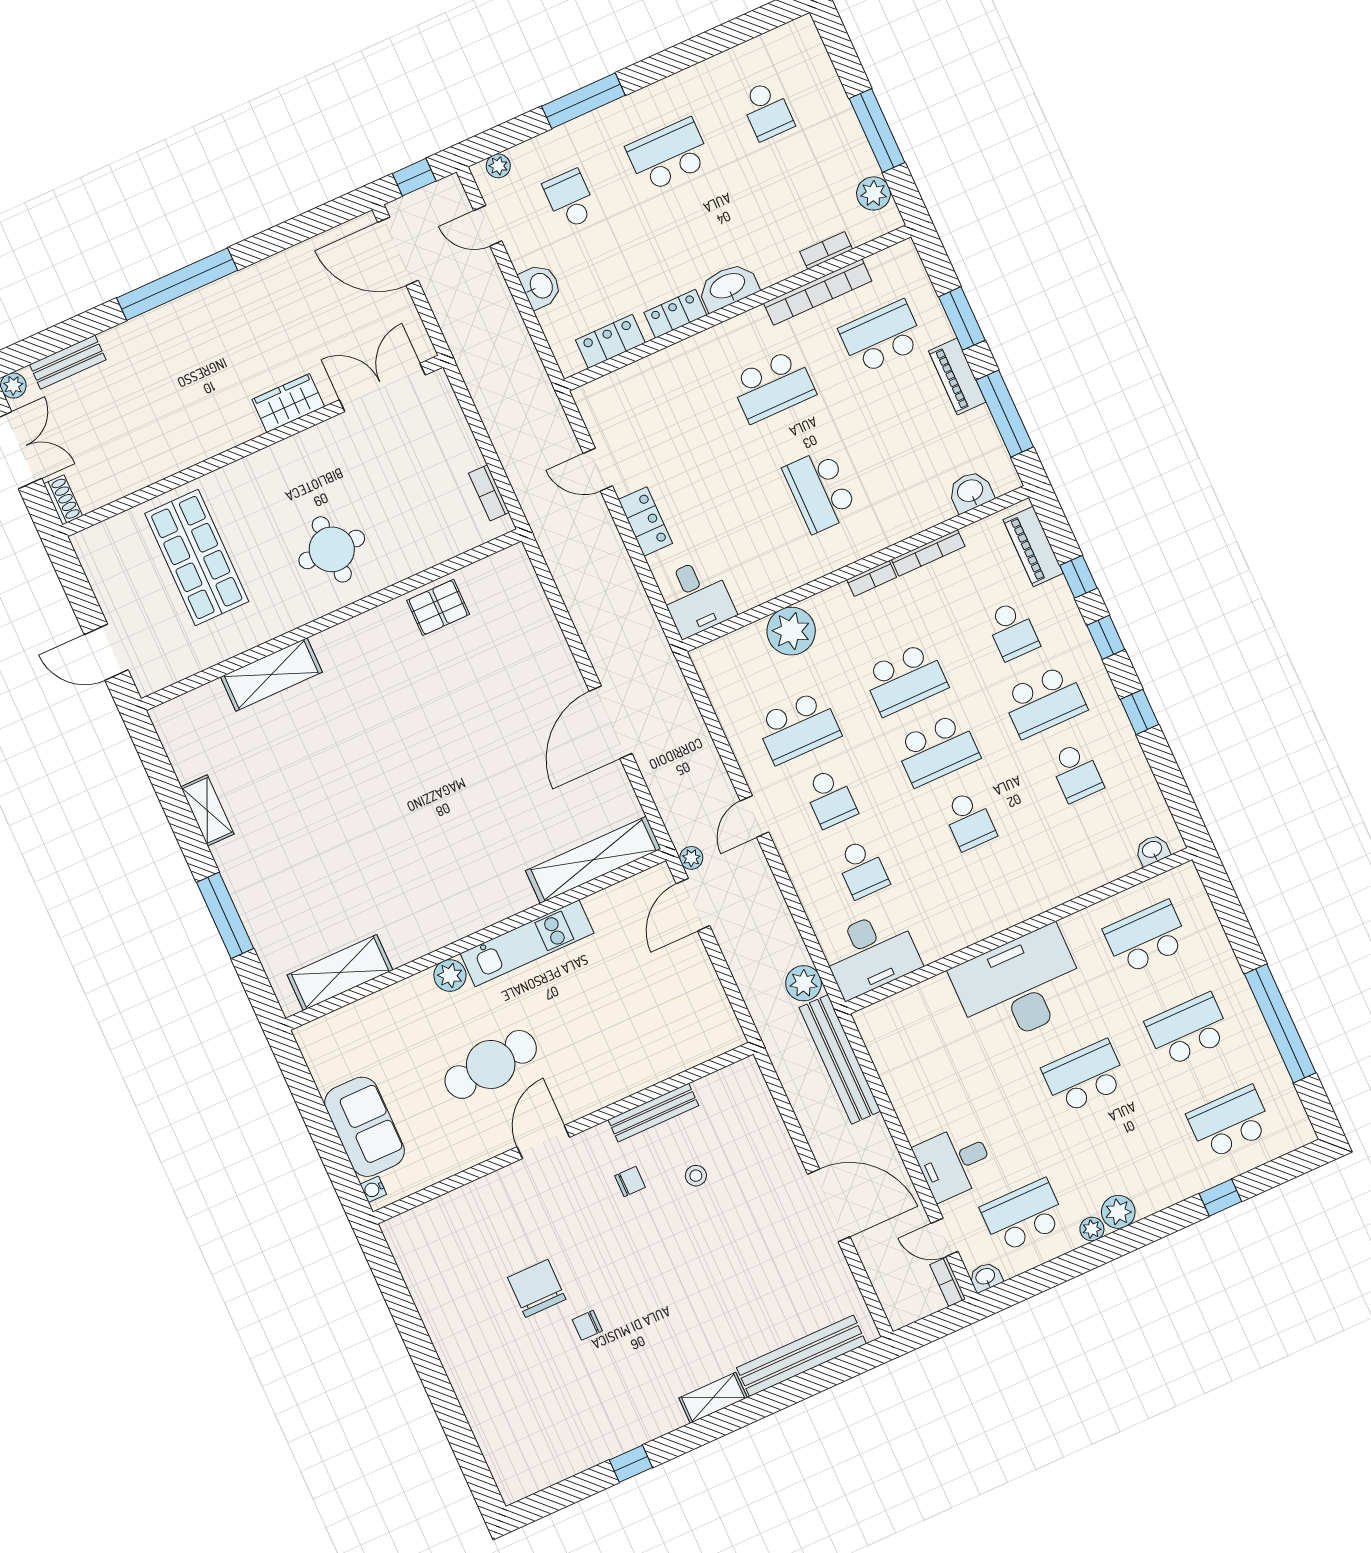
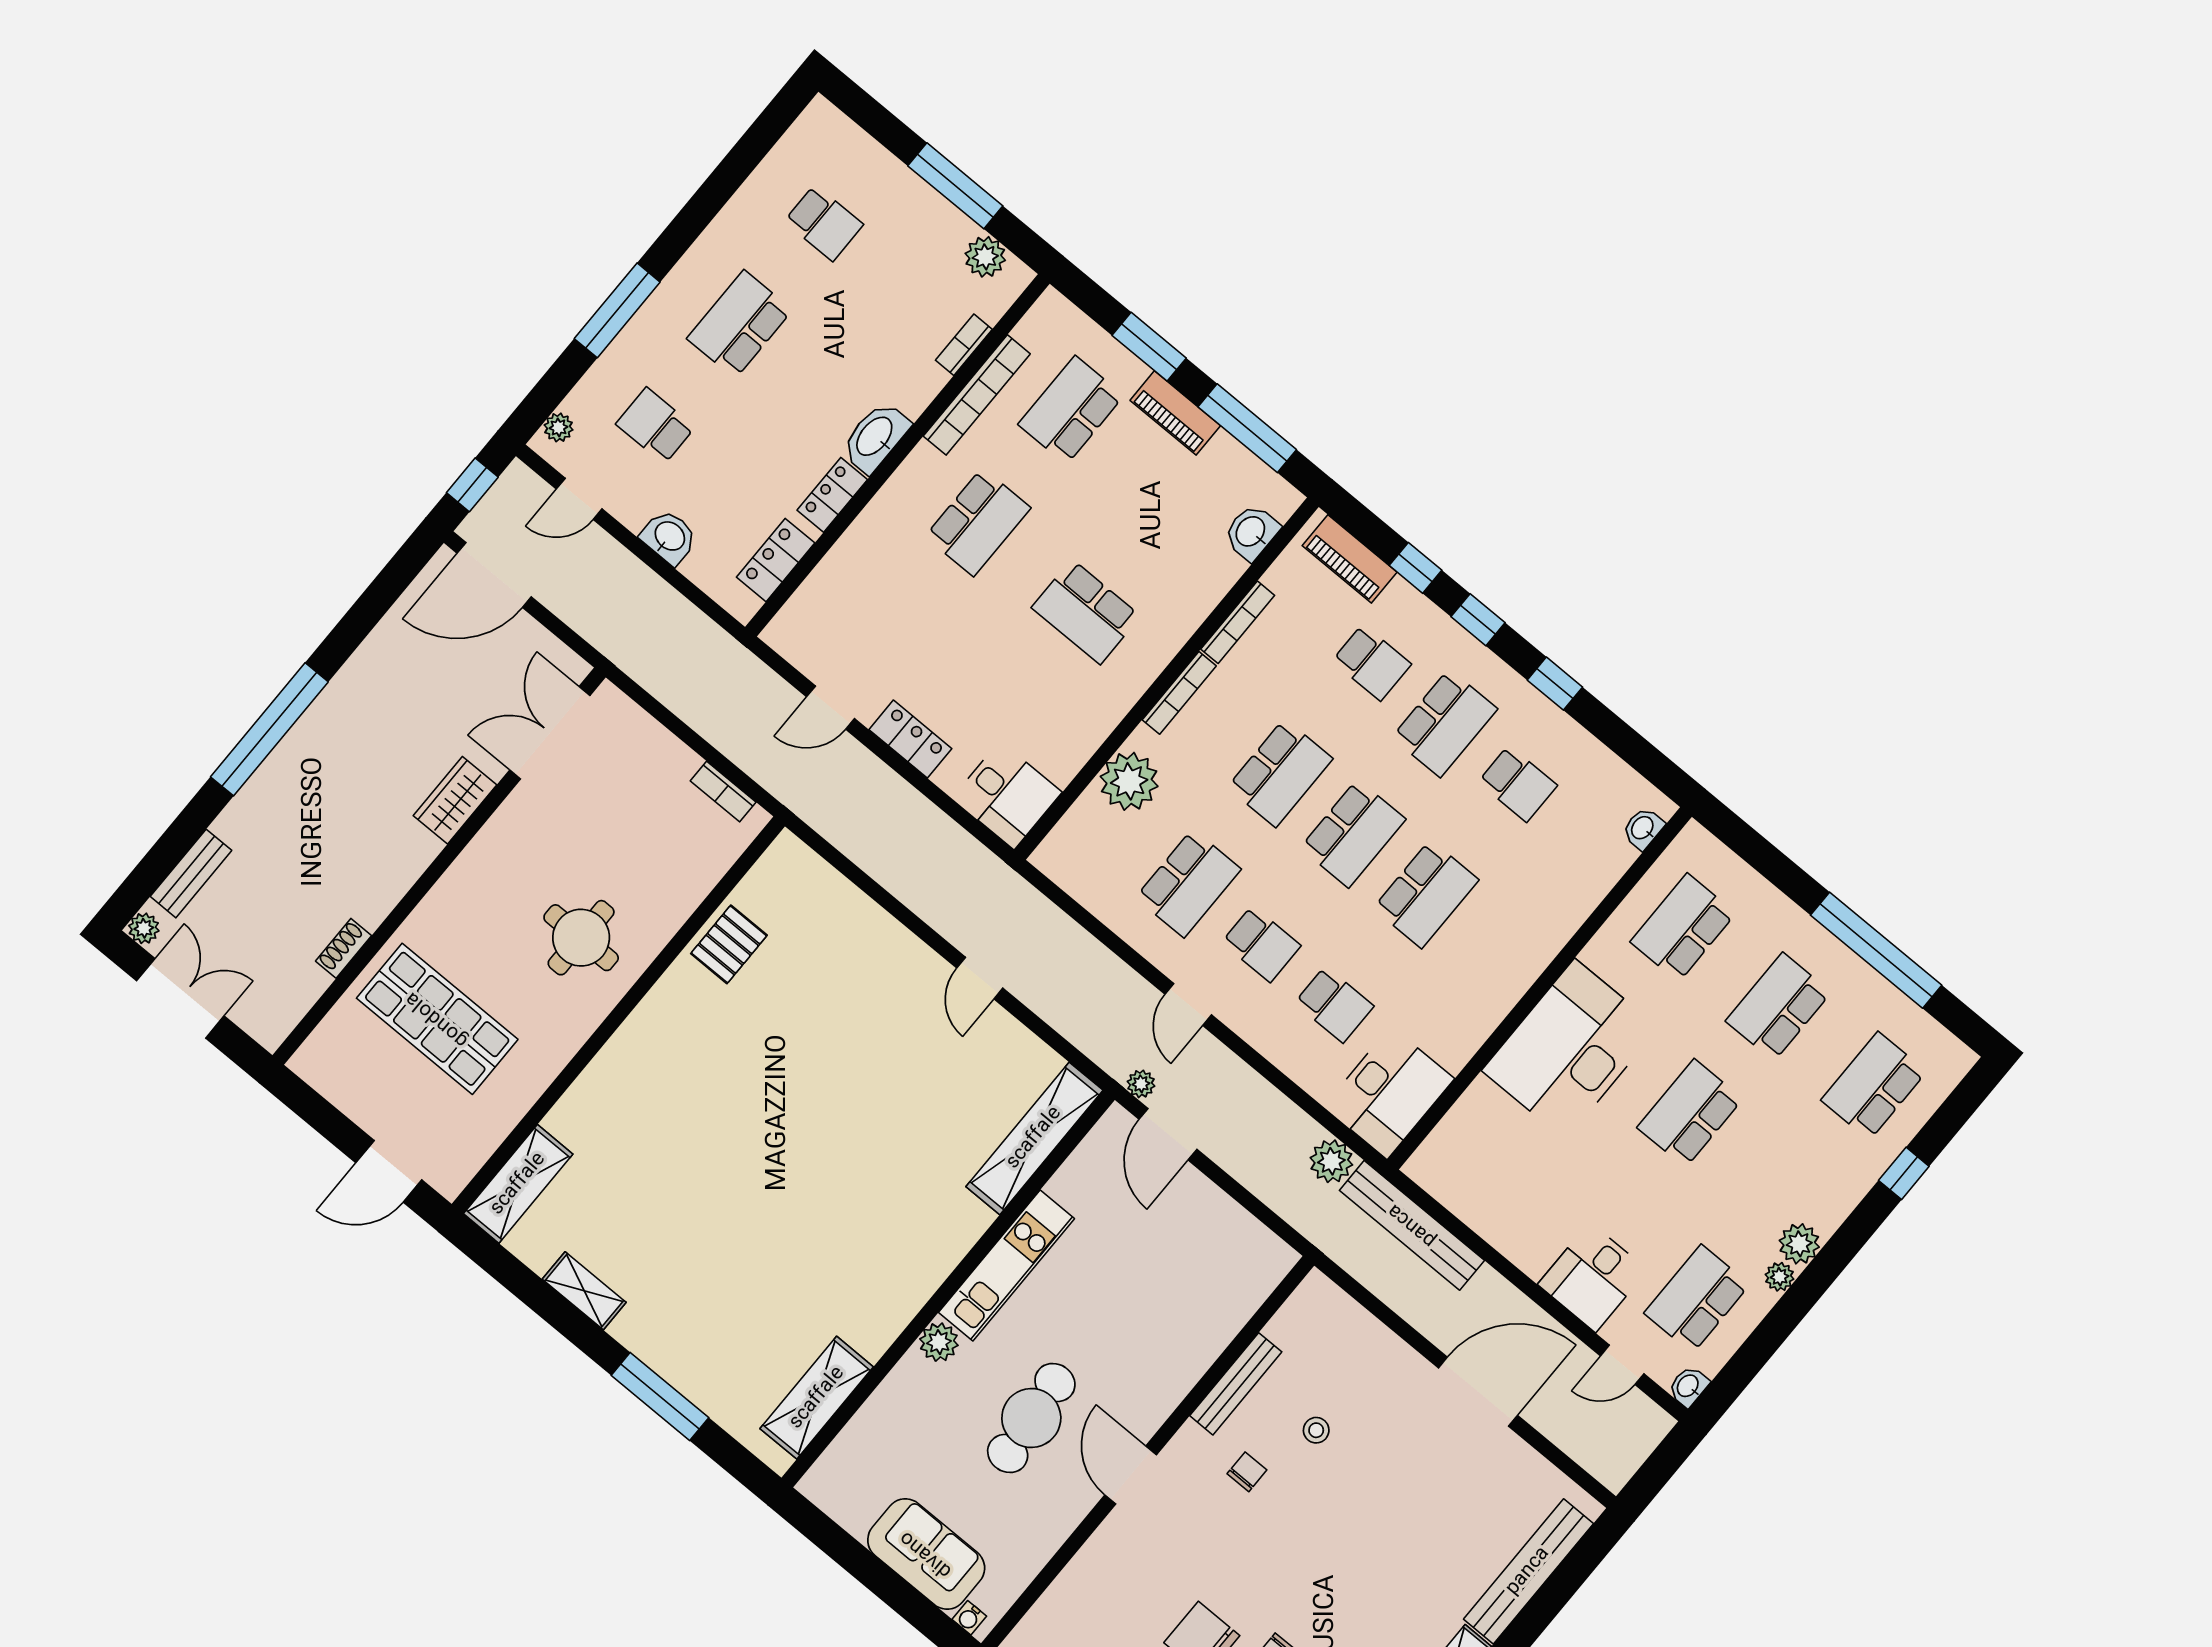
shoe rack: (63, 500) -> (344, 948), moved, turned -90
bookcase: (872, 579) -> (1179, 693), width x1.56
shelving: (271, 674) -> (518, 1184), moved
door: (611, 722) -> (980, 978), width x0.53
school desk: (969, 821) -> (1426, 894), width x1.85
bookcase: (948, 1282) -> (1649, 1412), removed

